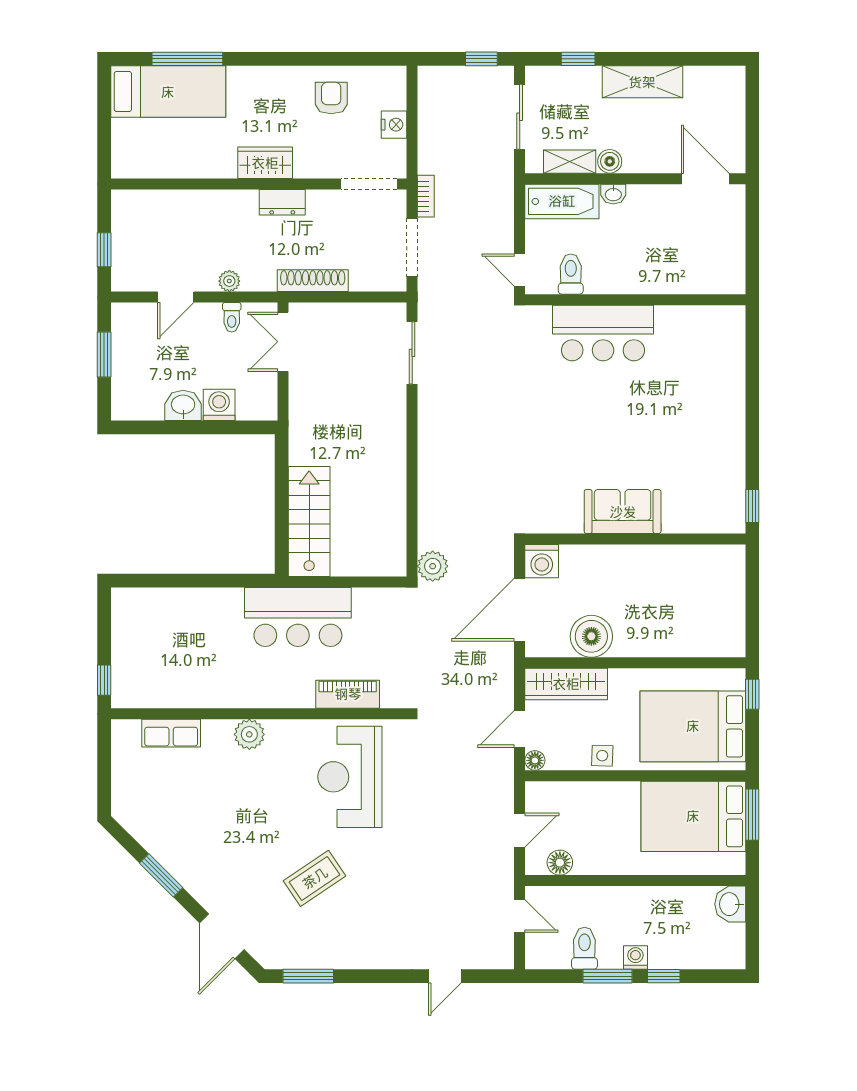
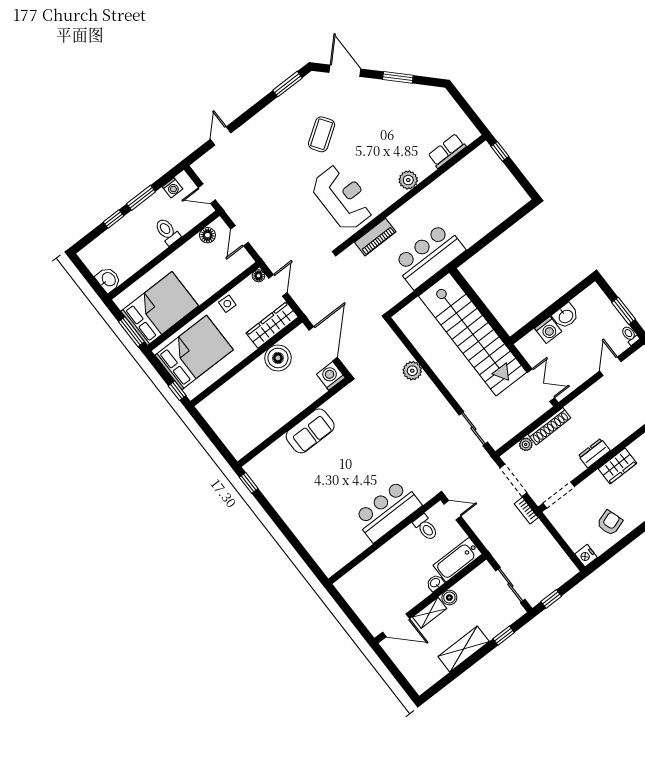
armchair: (331, 98) -> (610, 523), turned -108
nightstand: (394, 125) -> (586, 556), moved
shelving: (570, 162) -> (430, 613), moved
plant: (229, 281) -> (526, 444), moved
toilet: (232, 317) -> (630, 335), moved
stairs: (309, 522) -> (473, 334), width x1.86, depth x1.51
plant: (433, 566) -> (412, 371), moved
toilet: (584, 948) -> (167, 231), moved, turned 180
washing machine: (635, 957) -> (172, 188), moved

